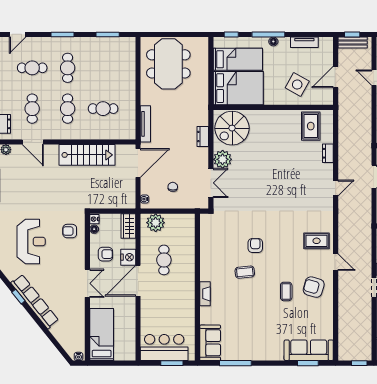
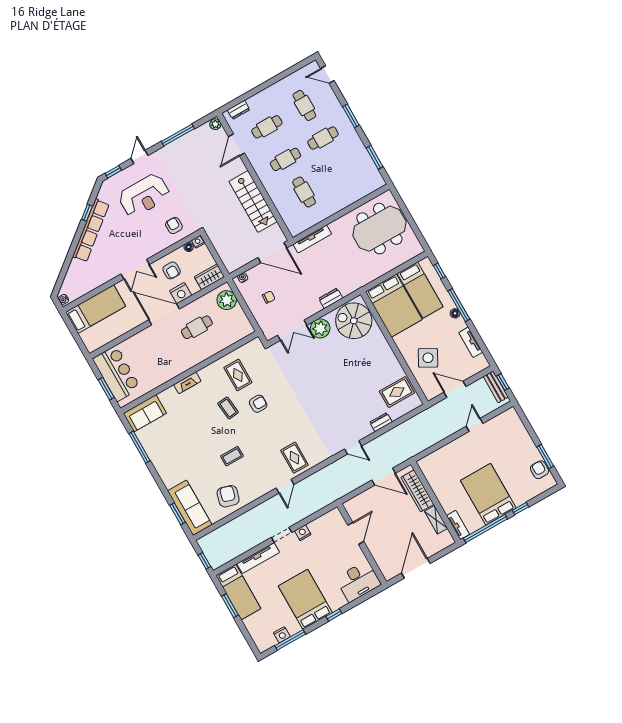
rug: (222, 249) -> (238, 375), added
armchair: (314, 287) -> (228, 496), moved

